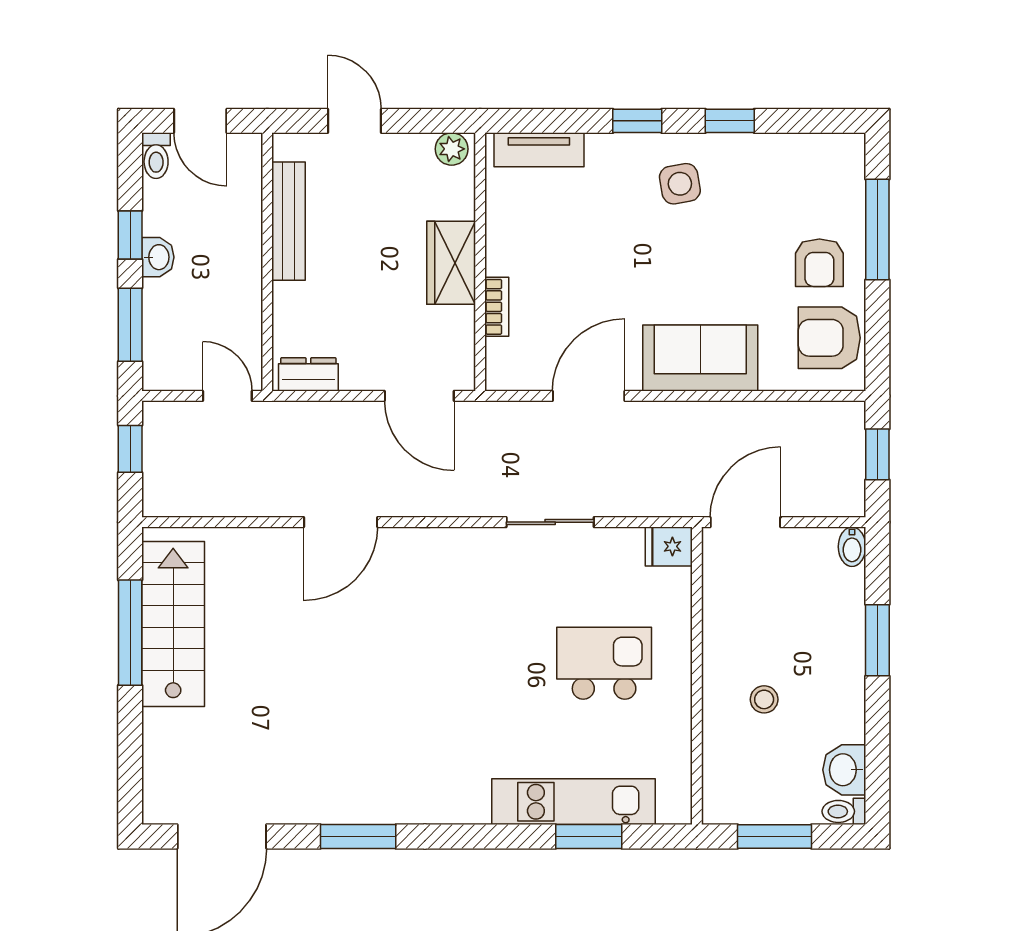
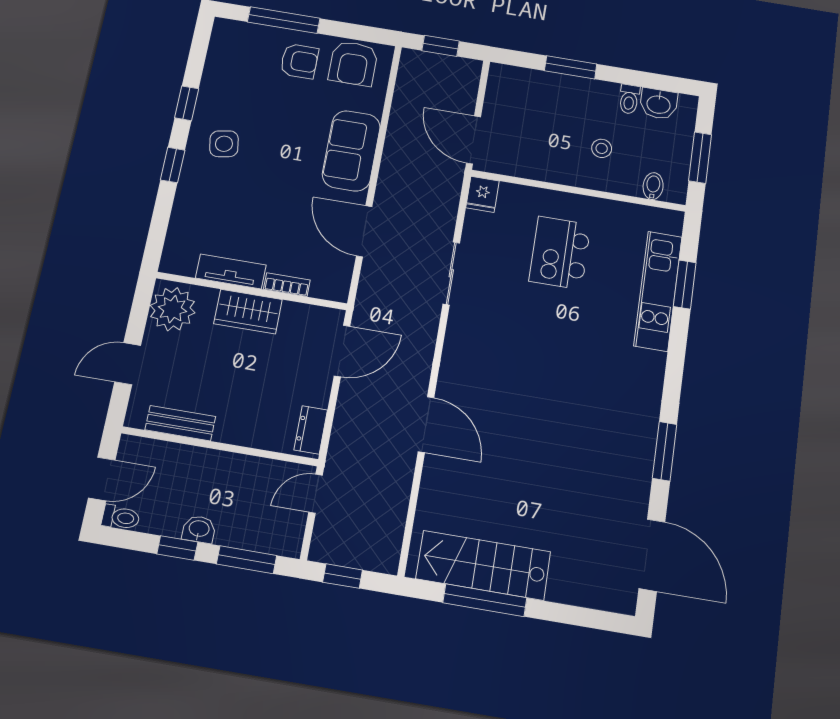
plant: (452, 149) -> (173, 309), width x1.88, depth x1.88
tv unit: (539, 150) -> (231, 271), moved, turned -90
bench: (289, 221) -> (180, 423), width x0.73
bidet: (852, 547) -> (653, 186), moved, turned -90
toilet: (844, 811) -> (629, 99), moved

